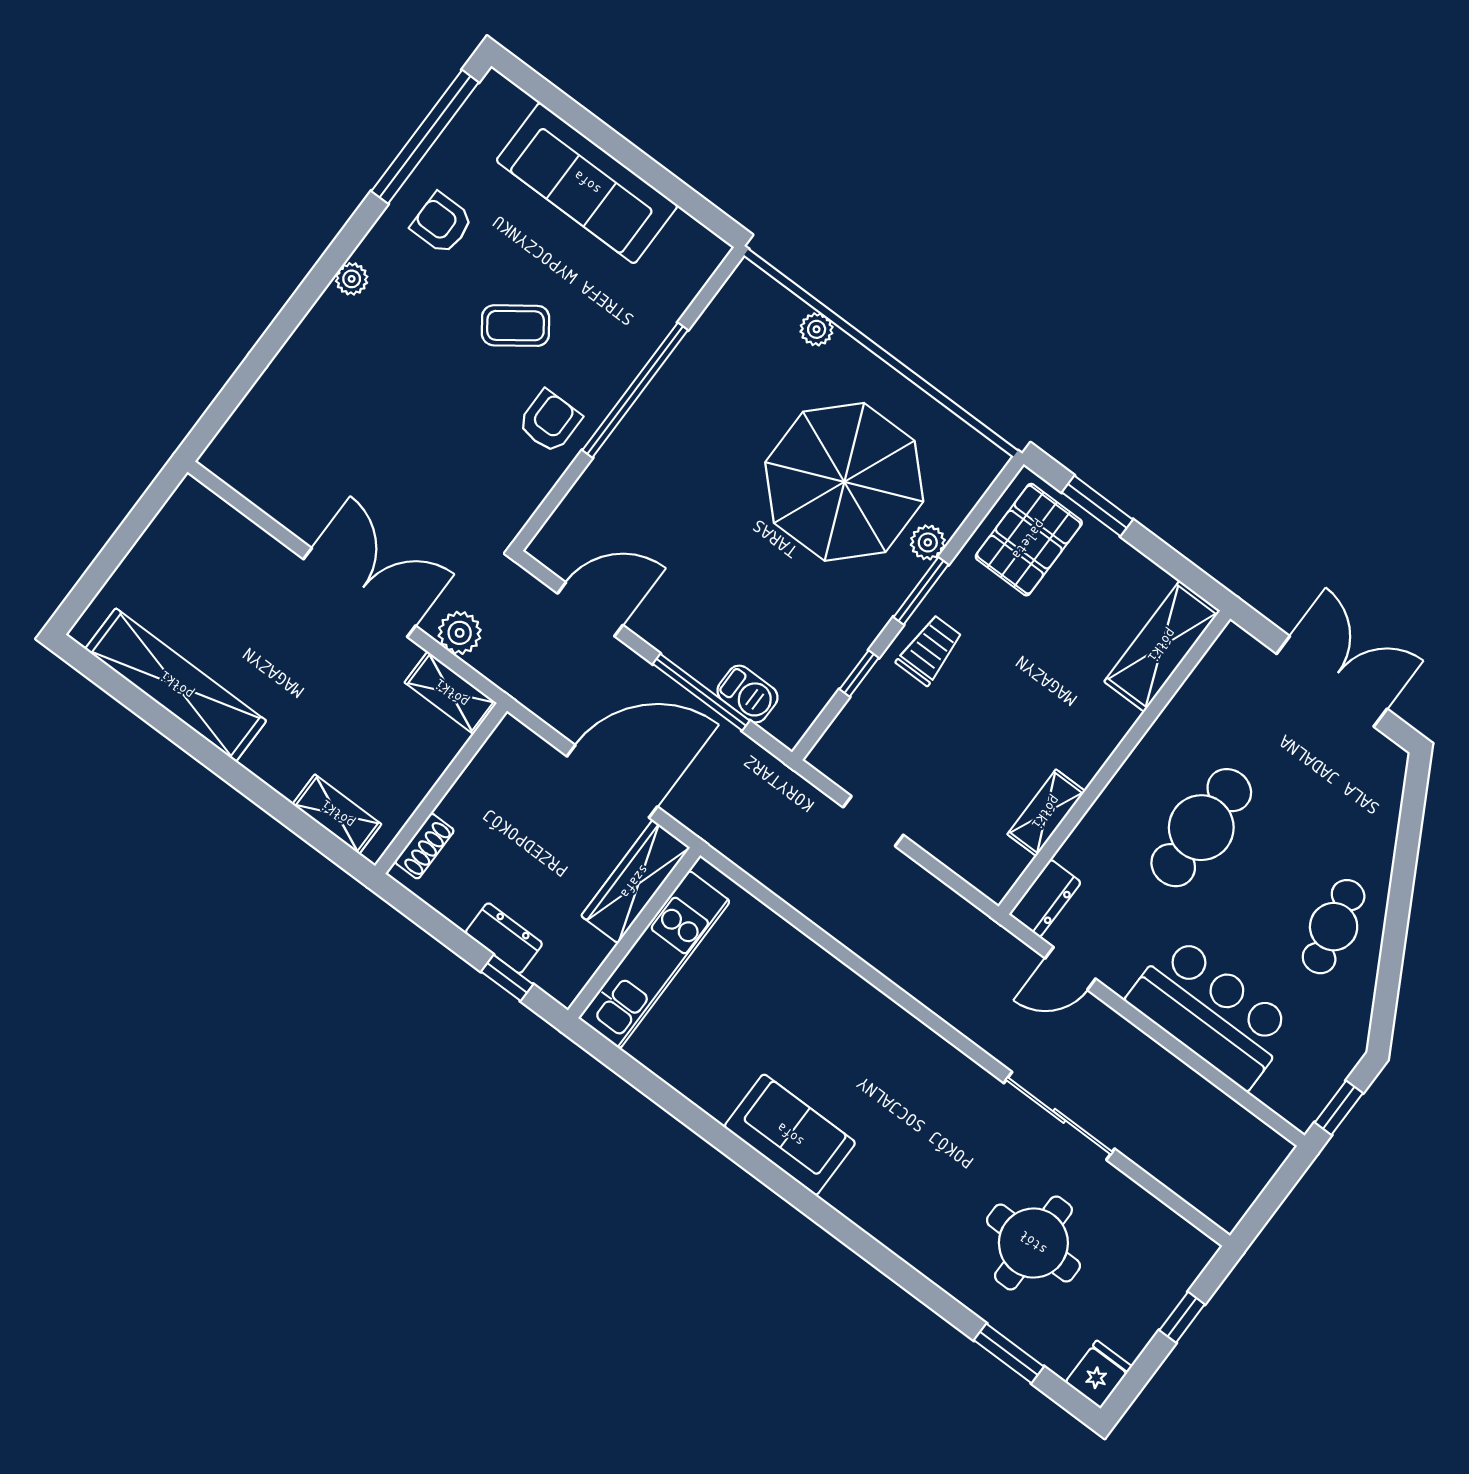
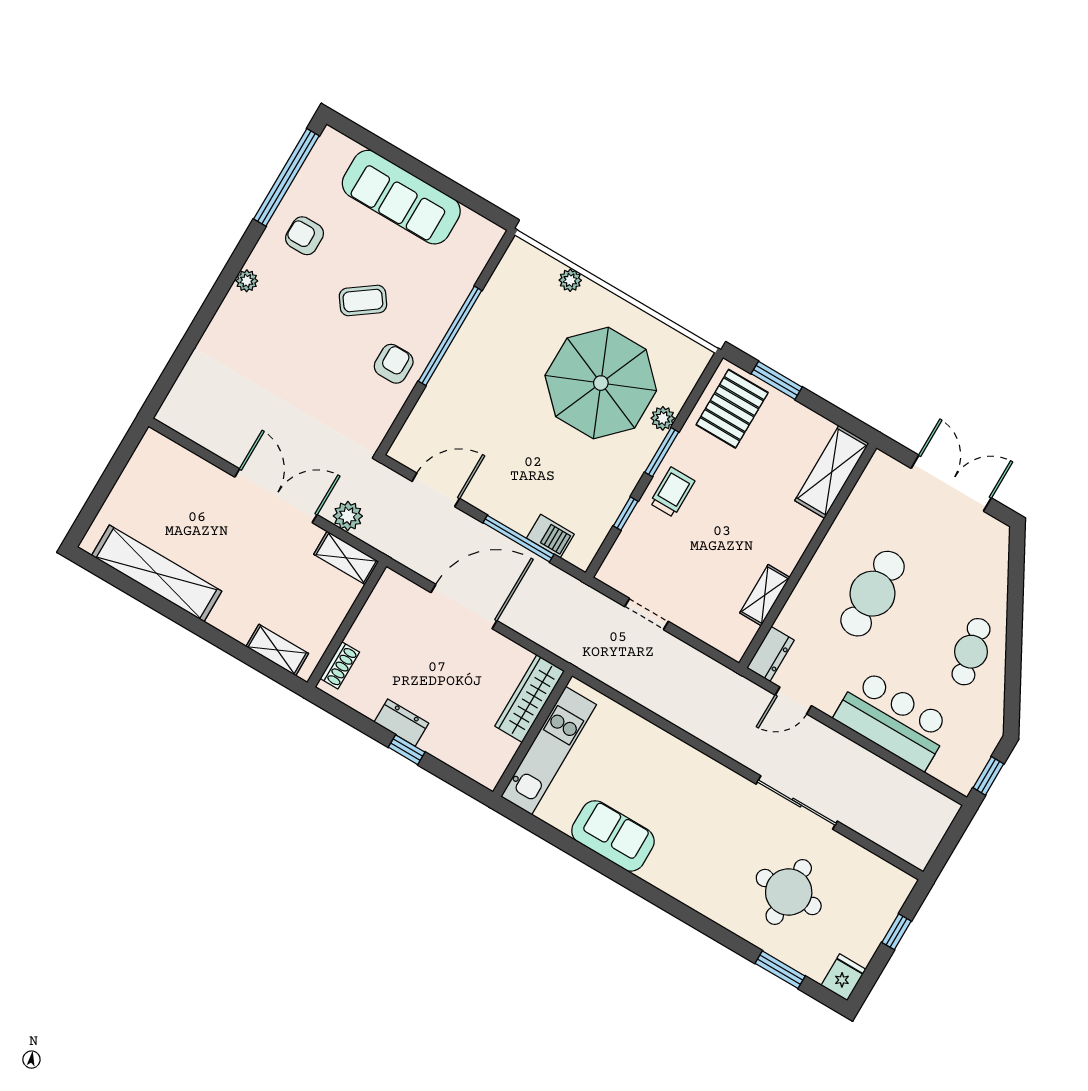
wardrobe: (635, 882) -> (530, 699), moved
wall: (634, 933) -> (533, 734), moved
kitchen unit: (654, 960) -> (549, 751), moved

